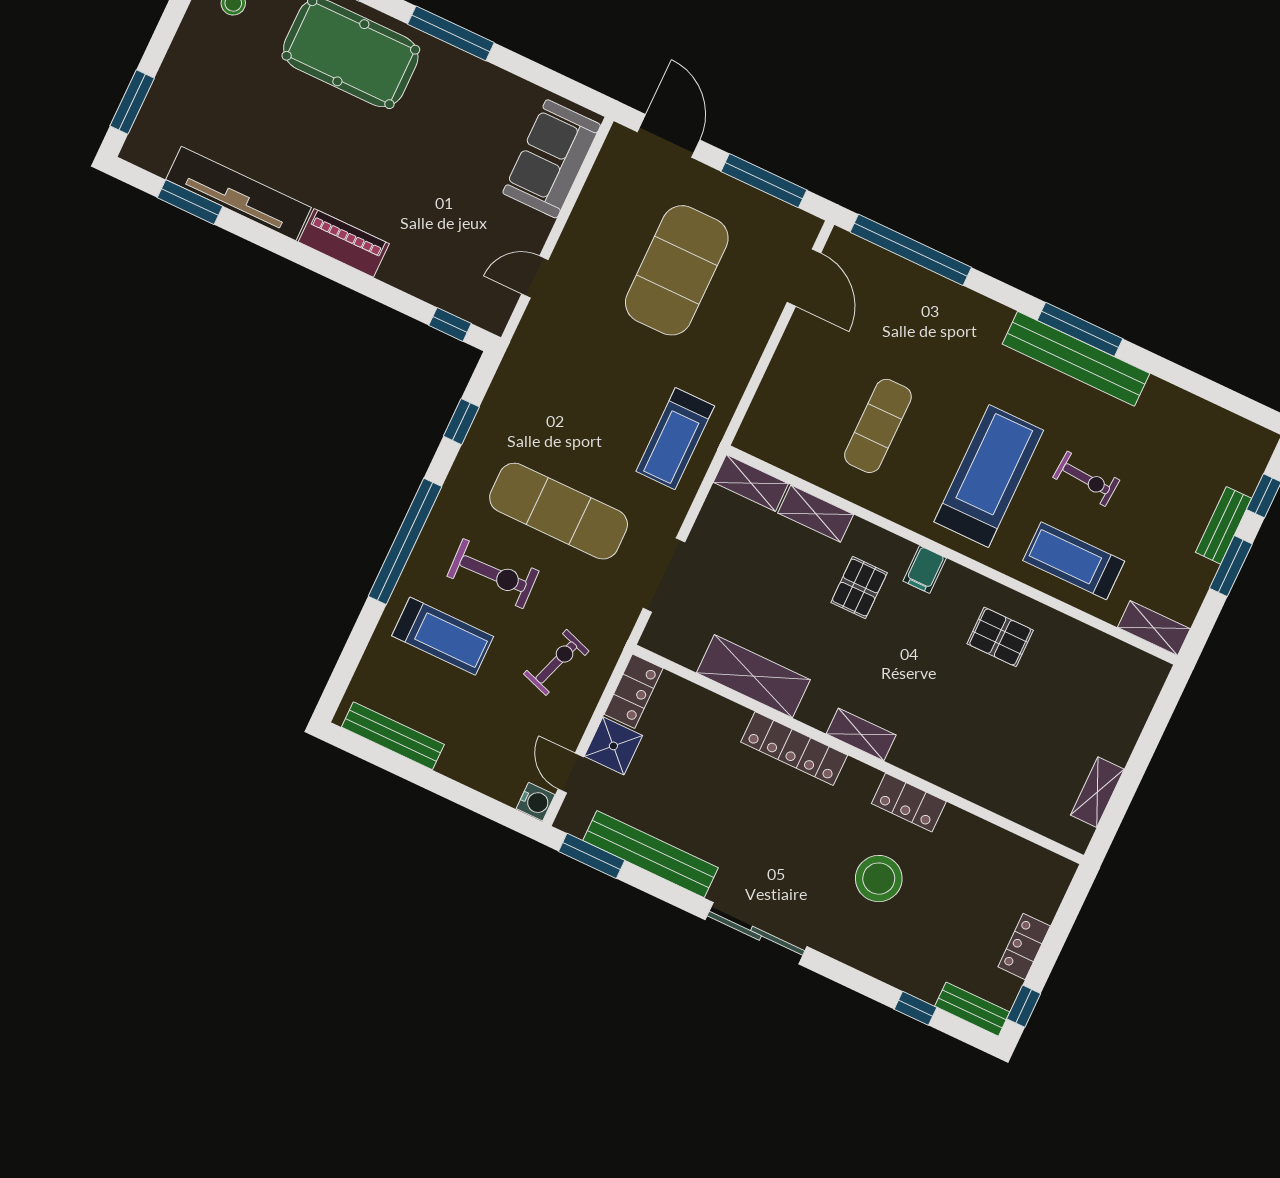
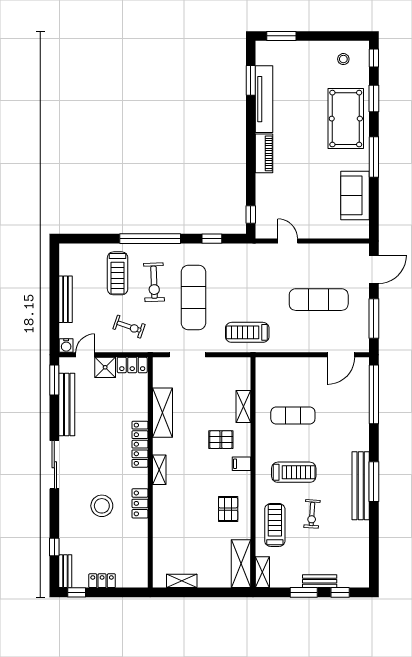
sofa: (552, 159) -> (355, 195), moved, turned -90
exercise mat: (677, 270) -> (319, 300), width x0.68
treadmill: (989, 476) -> (294, 472), width x0.73, depth x0.73
shelving: (751, 483) -> (241, 564), moved, width x1.50, depth x1.33
bench: (393, 736) -> (66, 299), moved

